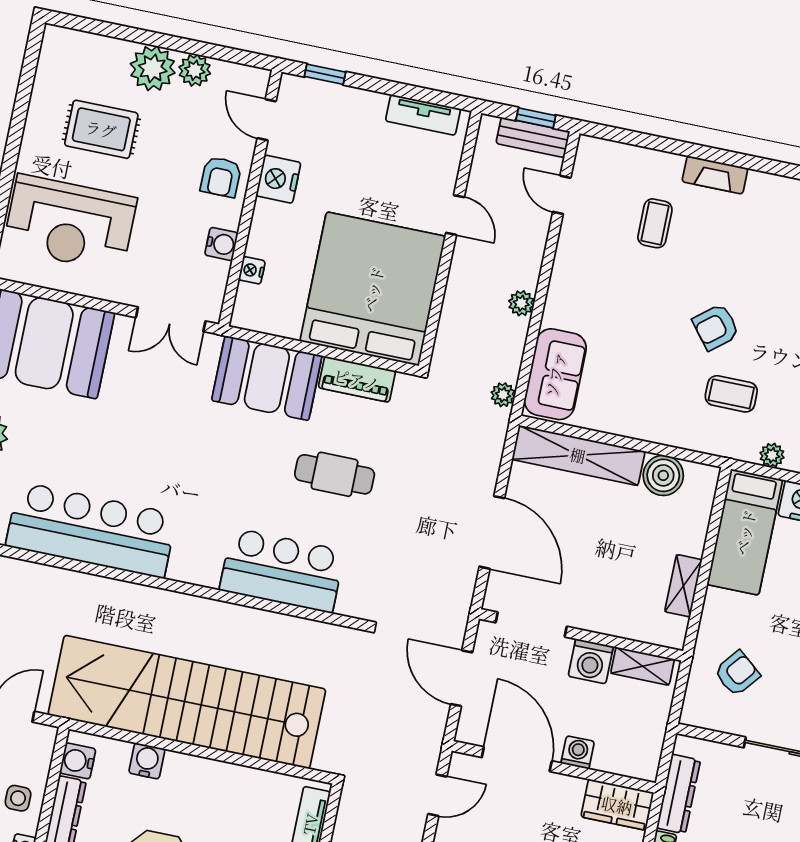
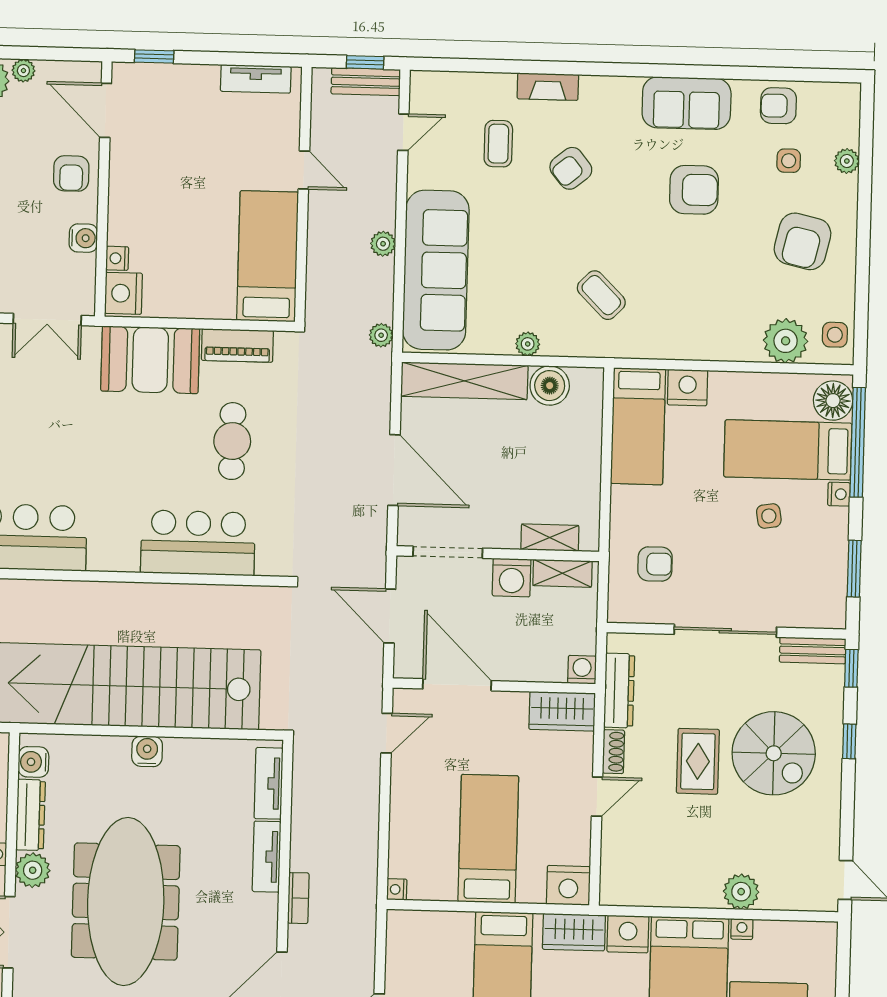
plant: (195, 70) -> (23, 71), width x0.73, depth x0.73
door: (267, 120) -> (106, 110), width x1.38
nightstand: (278, 179) -> (124, 293), moved
door: (562, 195) -> (403, 132), swing flipped
bed: (373, 289) -> (268, 256), width x0.49
armchair: (716, 327) -> (571, 168), moved
sofa: (555, 374) -> (436, 270), width x1.85, depth x1.27
coffee table: (731, 394) -> (601, 295), turned 45
plant: (772, 455) -> (528, 344), moved
cafe table: (335, 474) -> (232, 441), turned 90
shelving: (683, 586) -> (550, 538), moved, turned 90
armchair: (737, 673) -> (655, 564), turned 51
washing machine: (578, 752) -> (582, 670), moved
water cooler: (147, 761) -> (147, 751), moved

